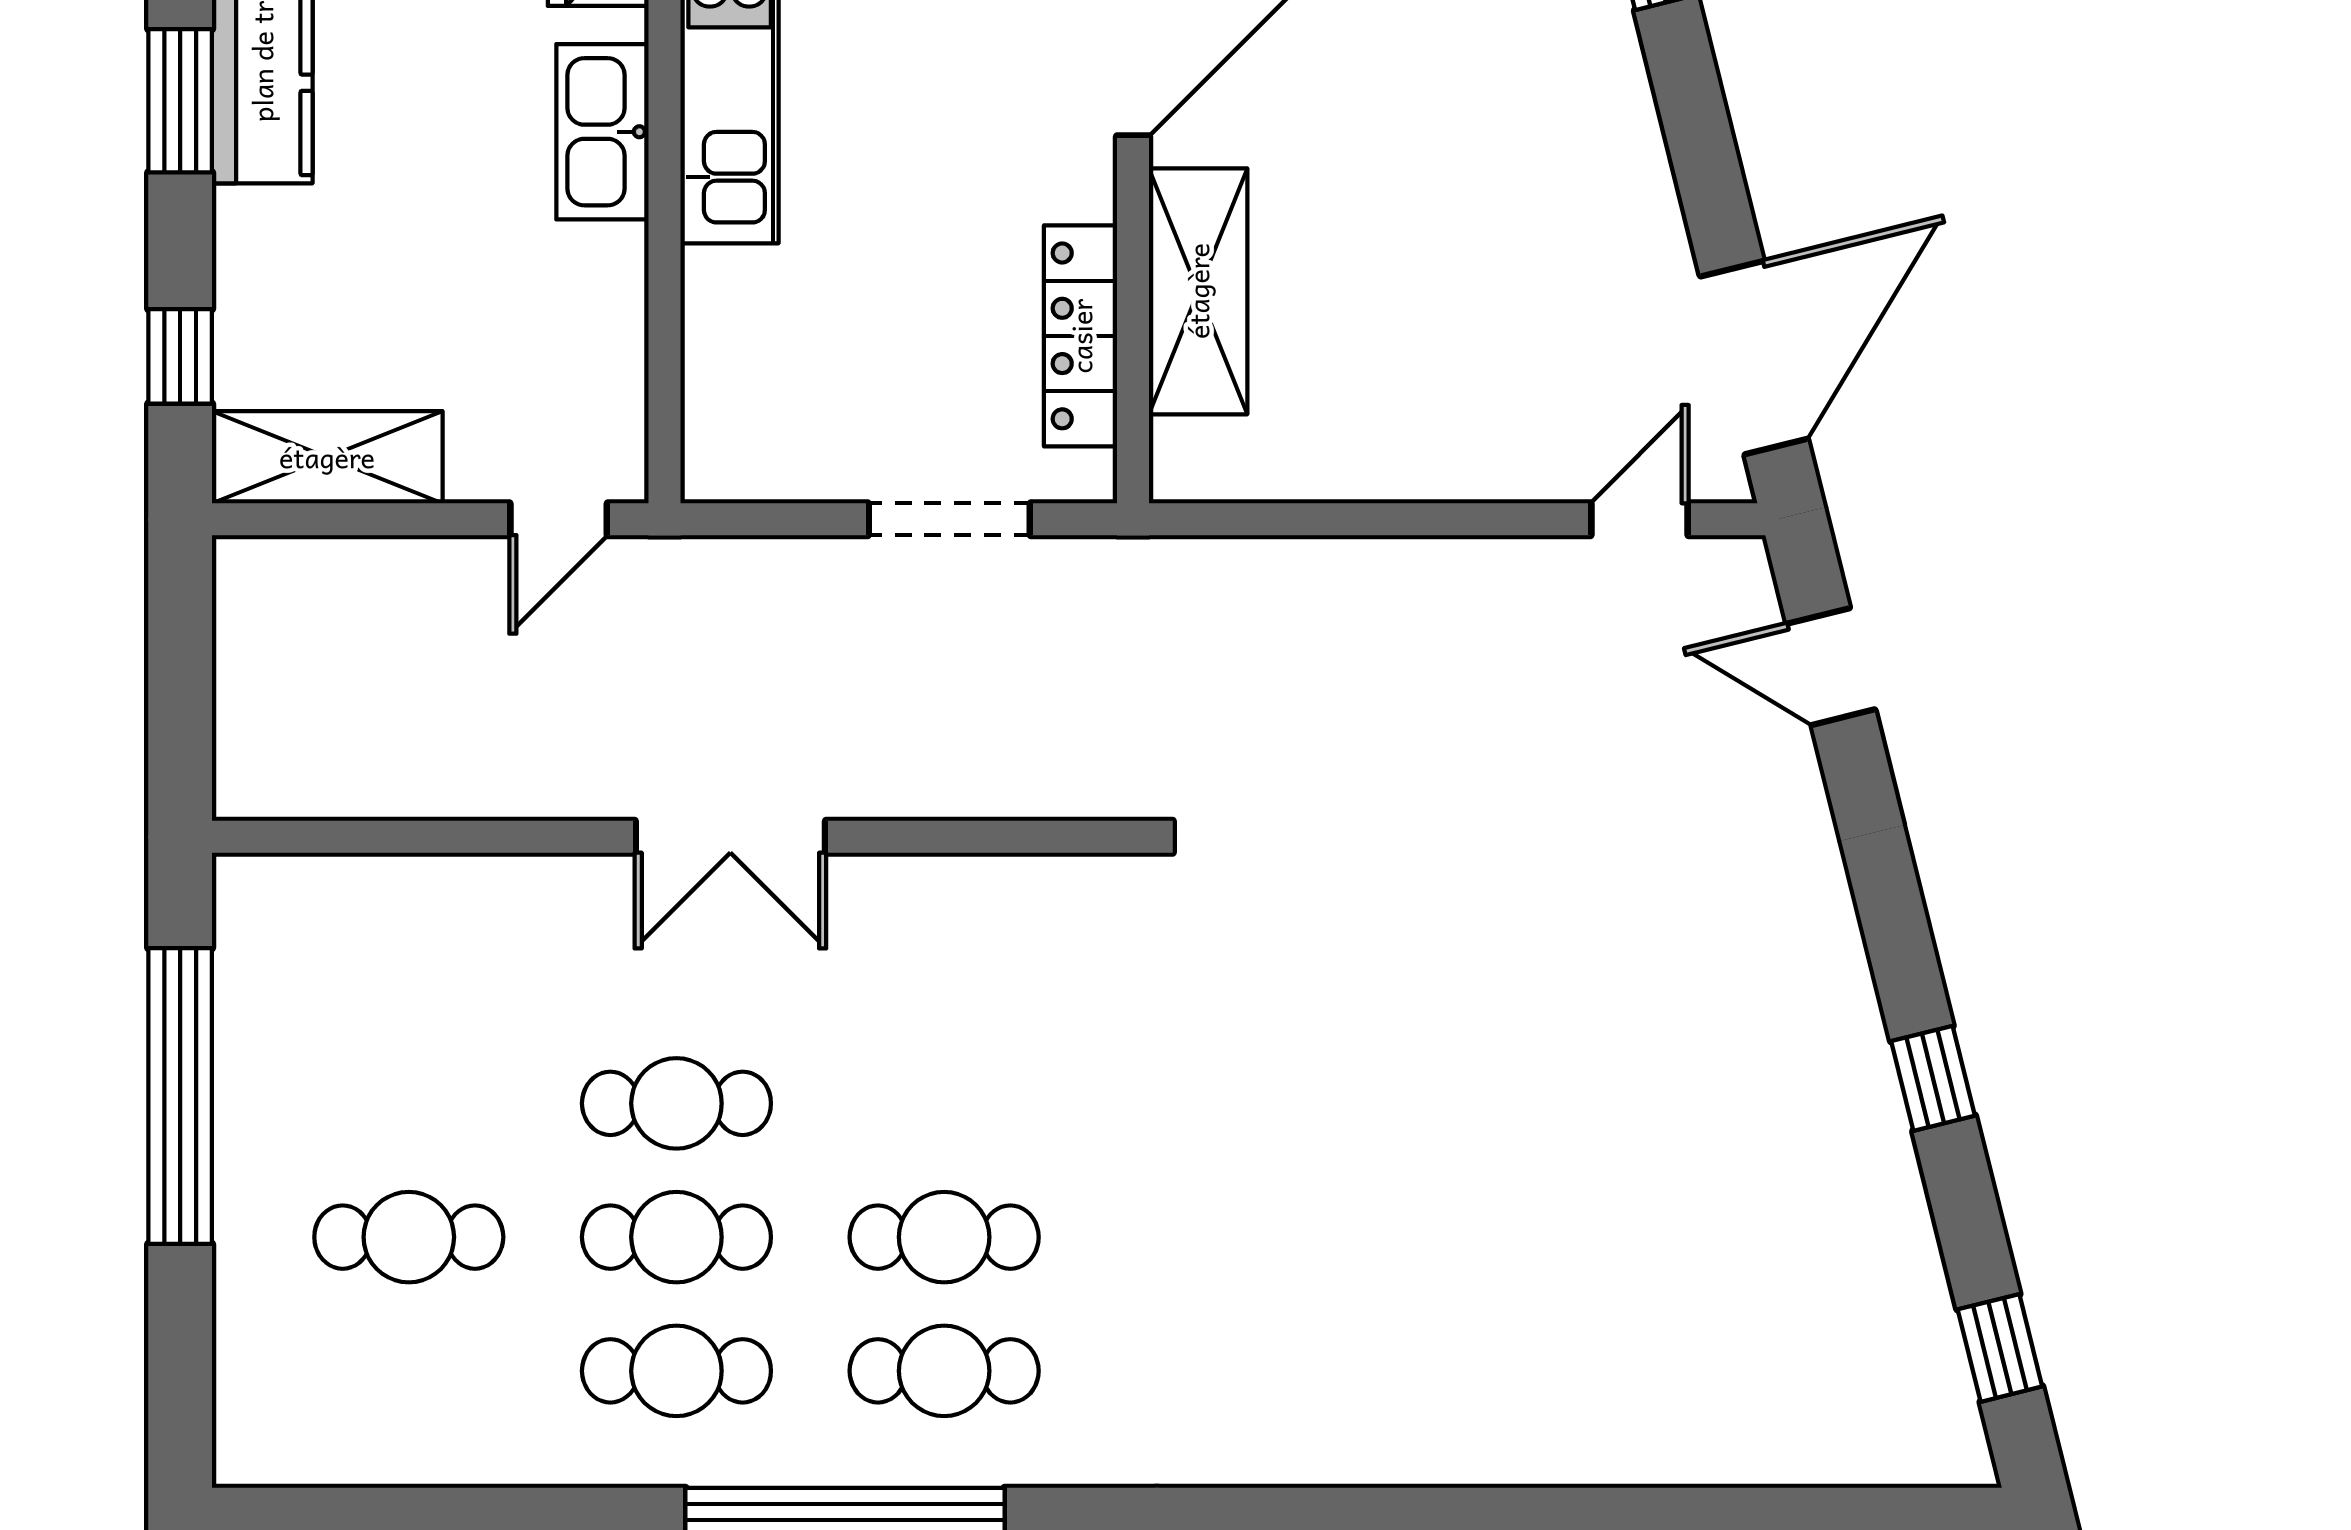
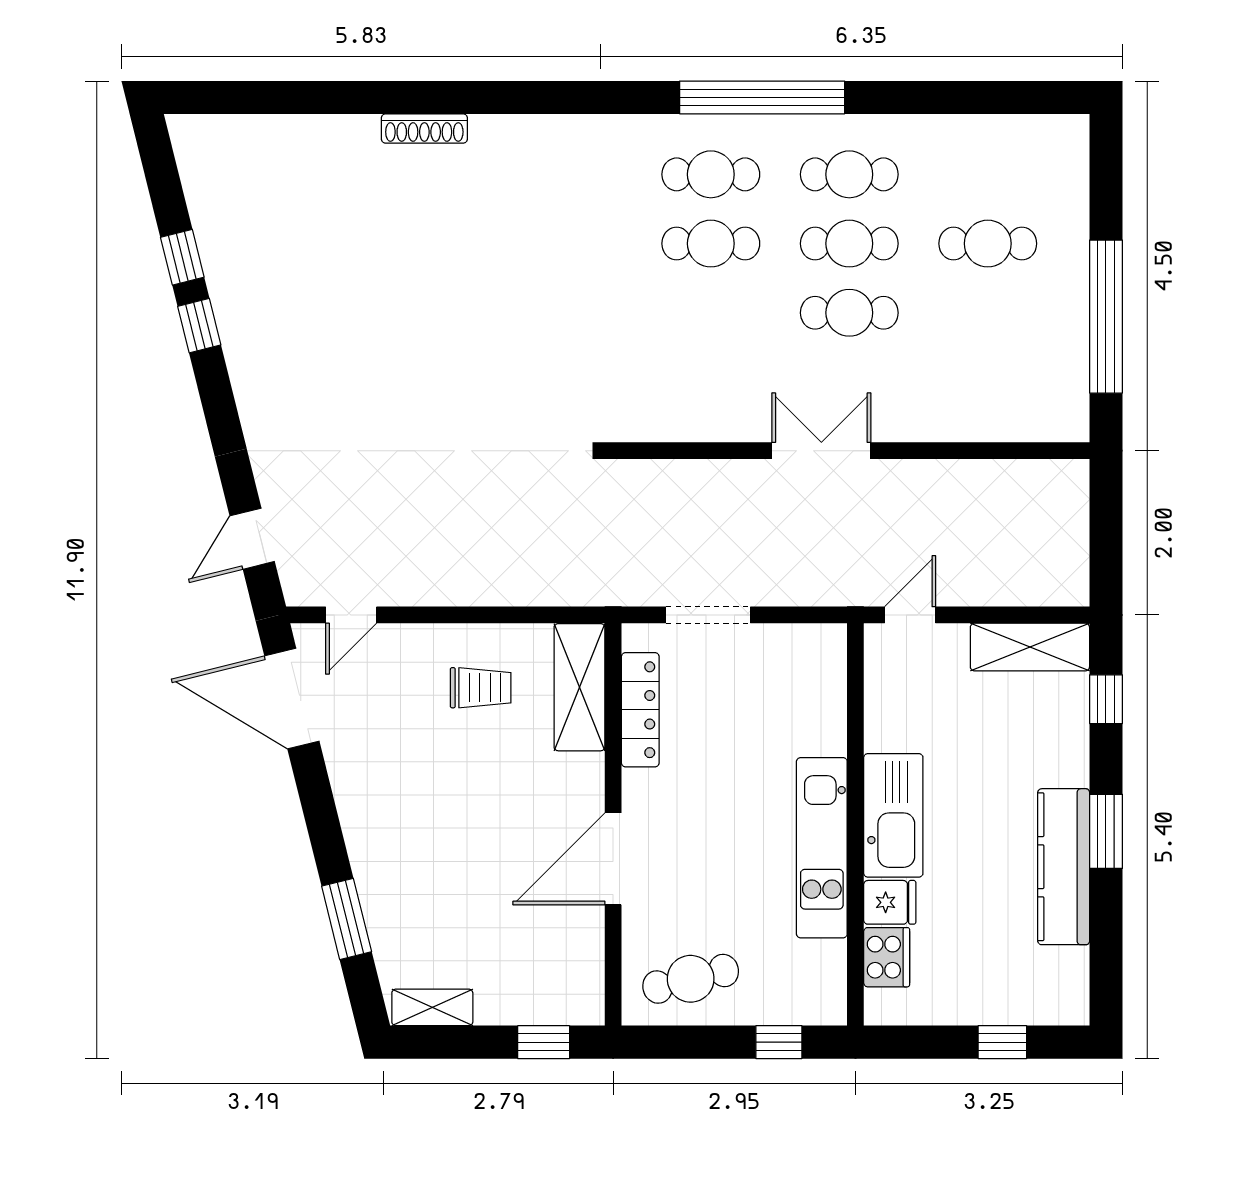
kitchen sink: (602, 132) -> (893, 815), width x1.36, depth x1.24
shelving: (1198, 291) -> (579, 687), moved
door: (1754, 358) -> (292, 699), hinge flipped
trolley: (1389, 378) -> (481, 688), added
door: (1831, 667) -> (252, 539), swing flipped
window: (2000, 1348) -> (182, 257), moved
shoe rack: (1498, 1460) -> (424, 128), added

